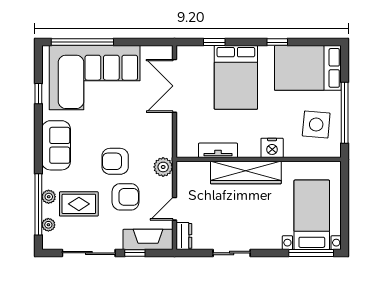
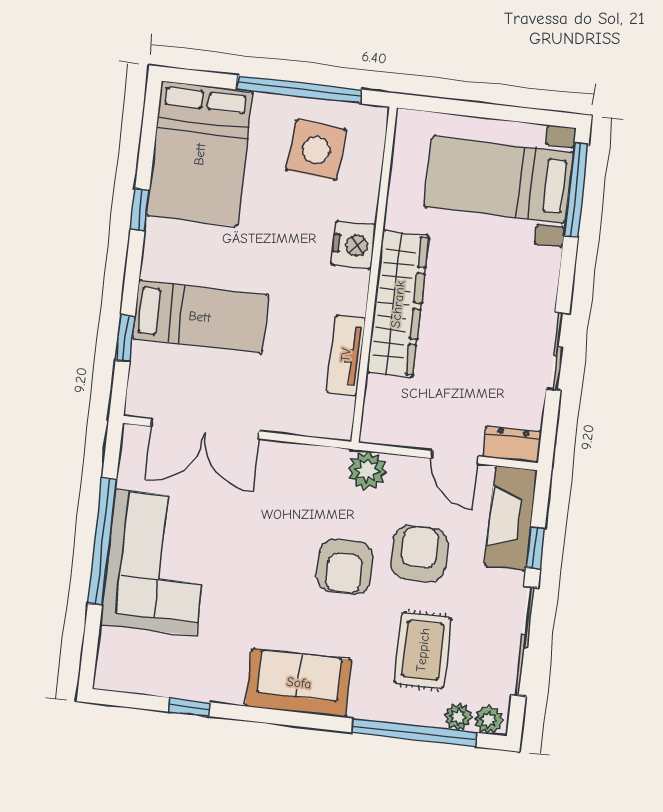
window: (82, 42) -> (102, 541), moved
bed: (236, 77) -> (200, 317), width x0.67
corner sofa: (95, 78) -> (155, 563), width x0.73, depth x0.74
plant: (49, 197) -> (489, 720), moved

